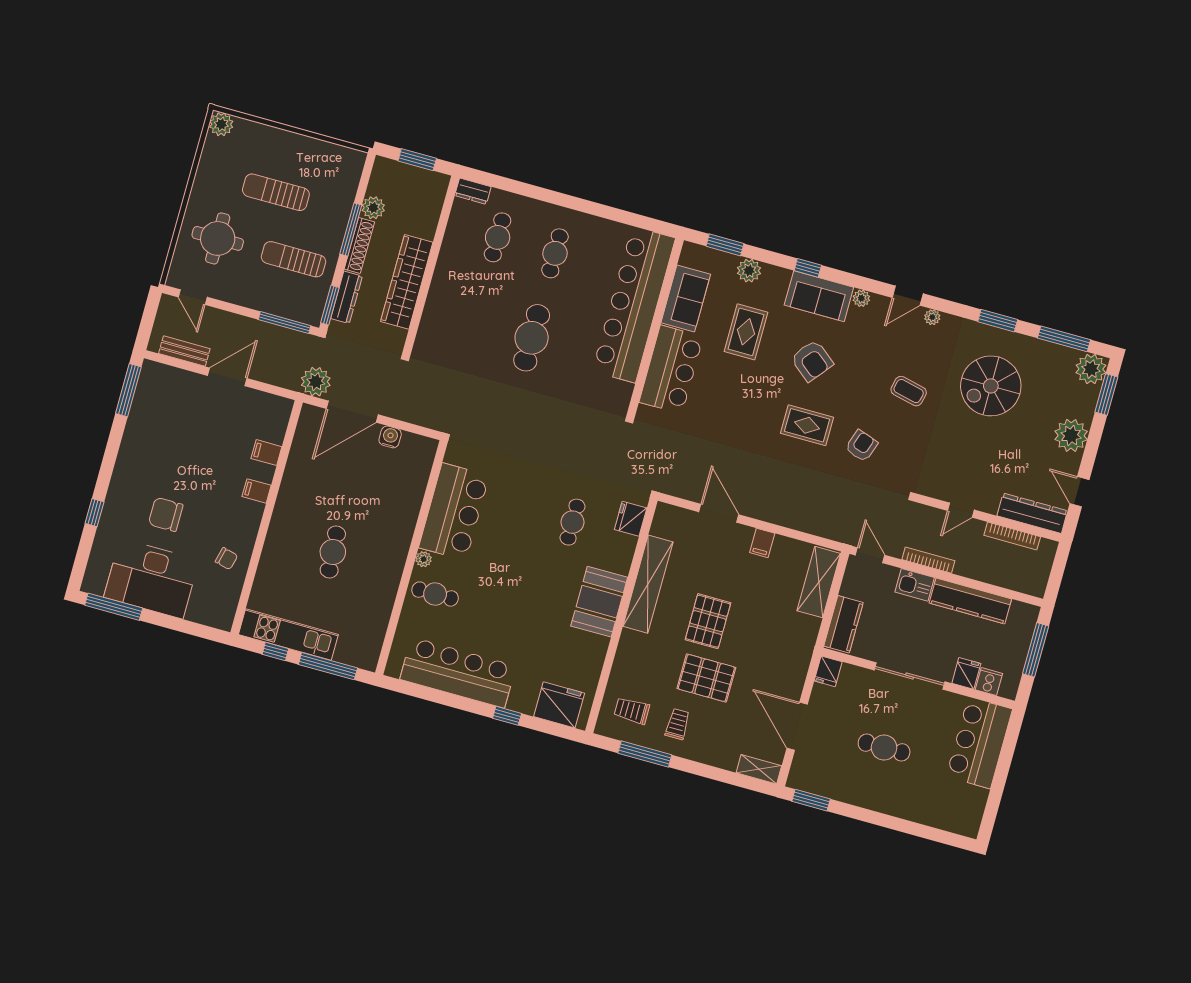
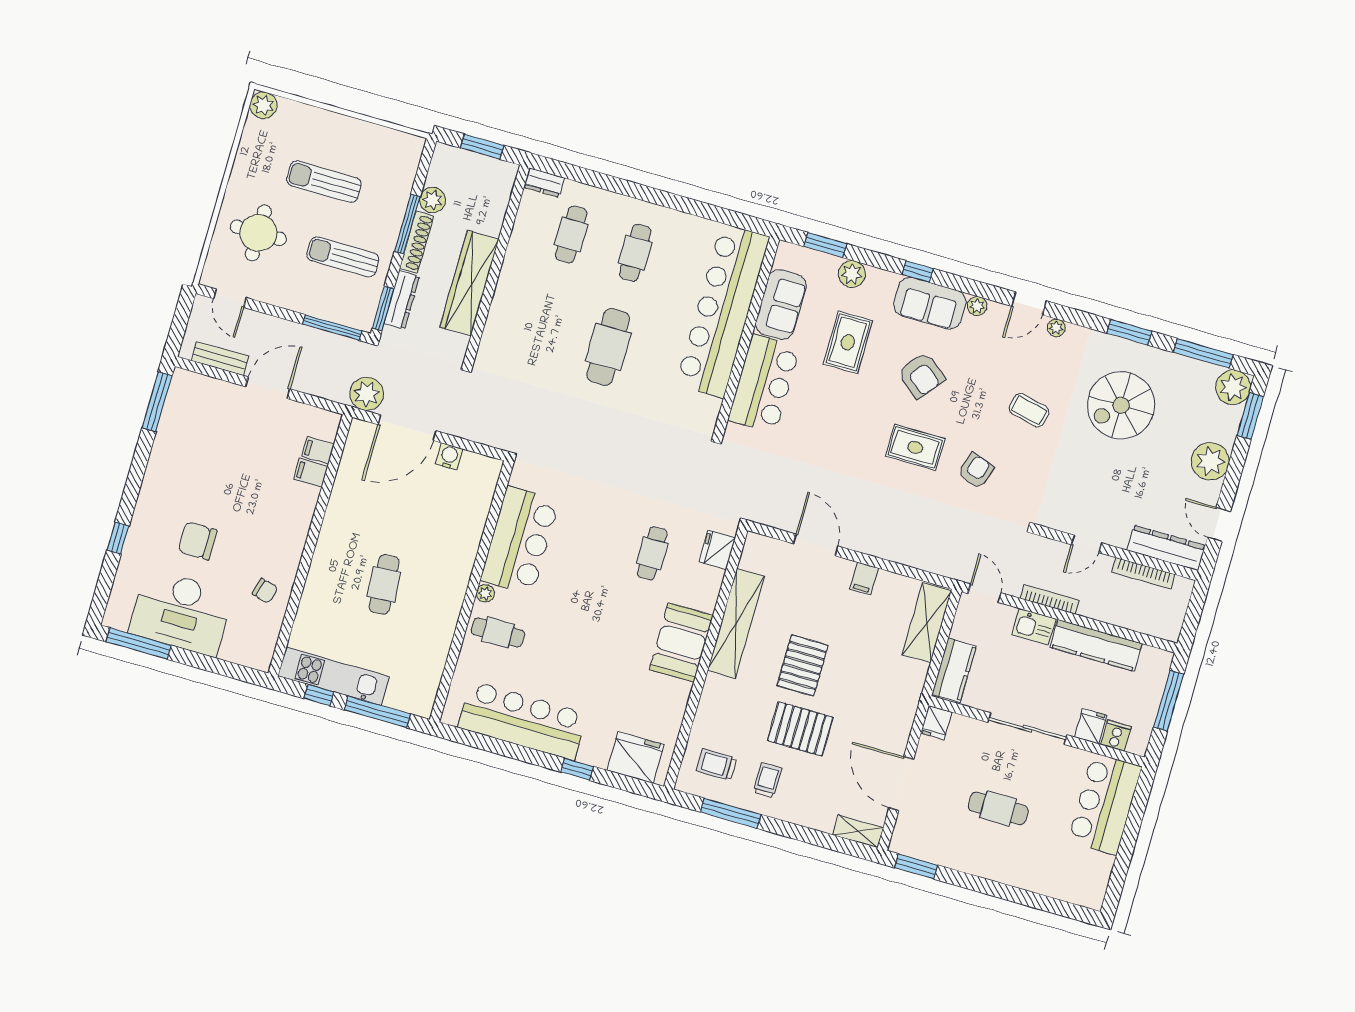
filing cabinet: (257, 491) -> (318, 450), moved

